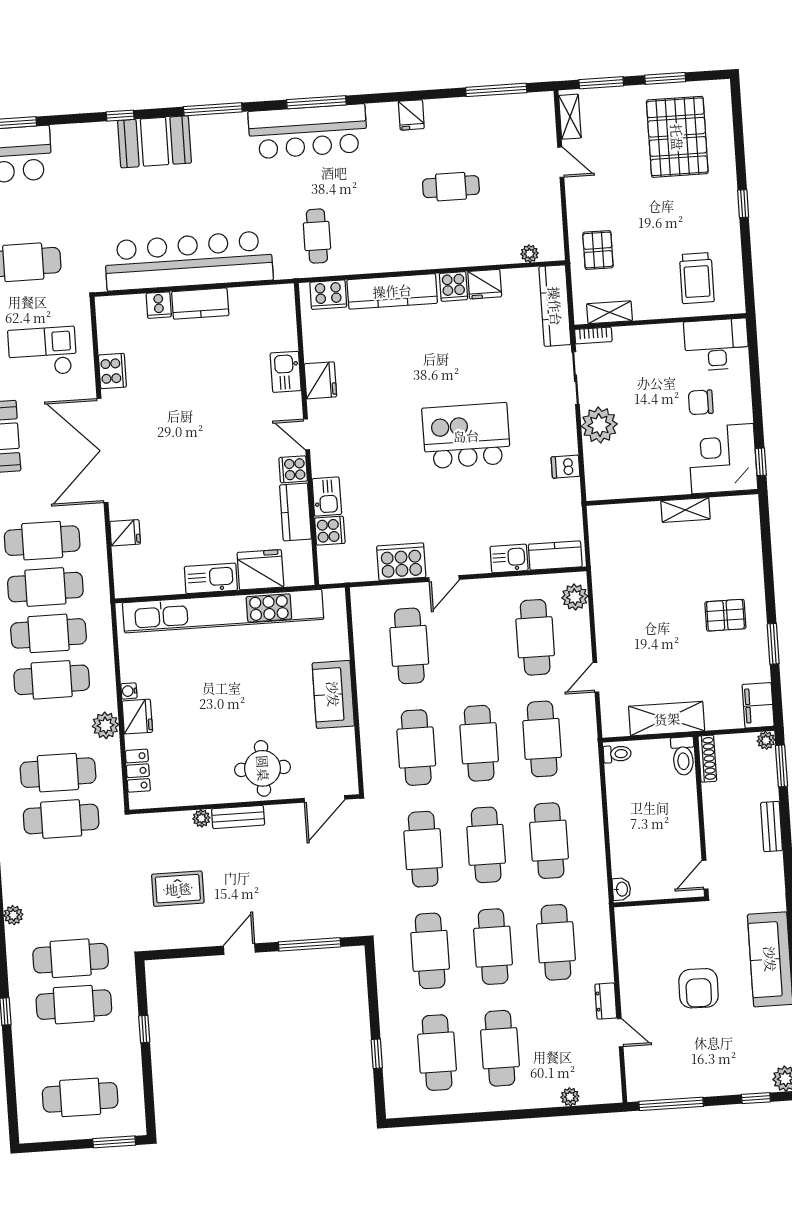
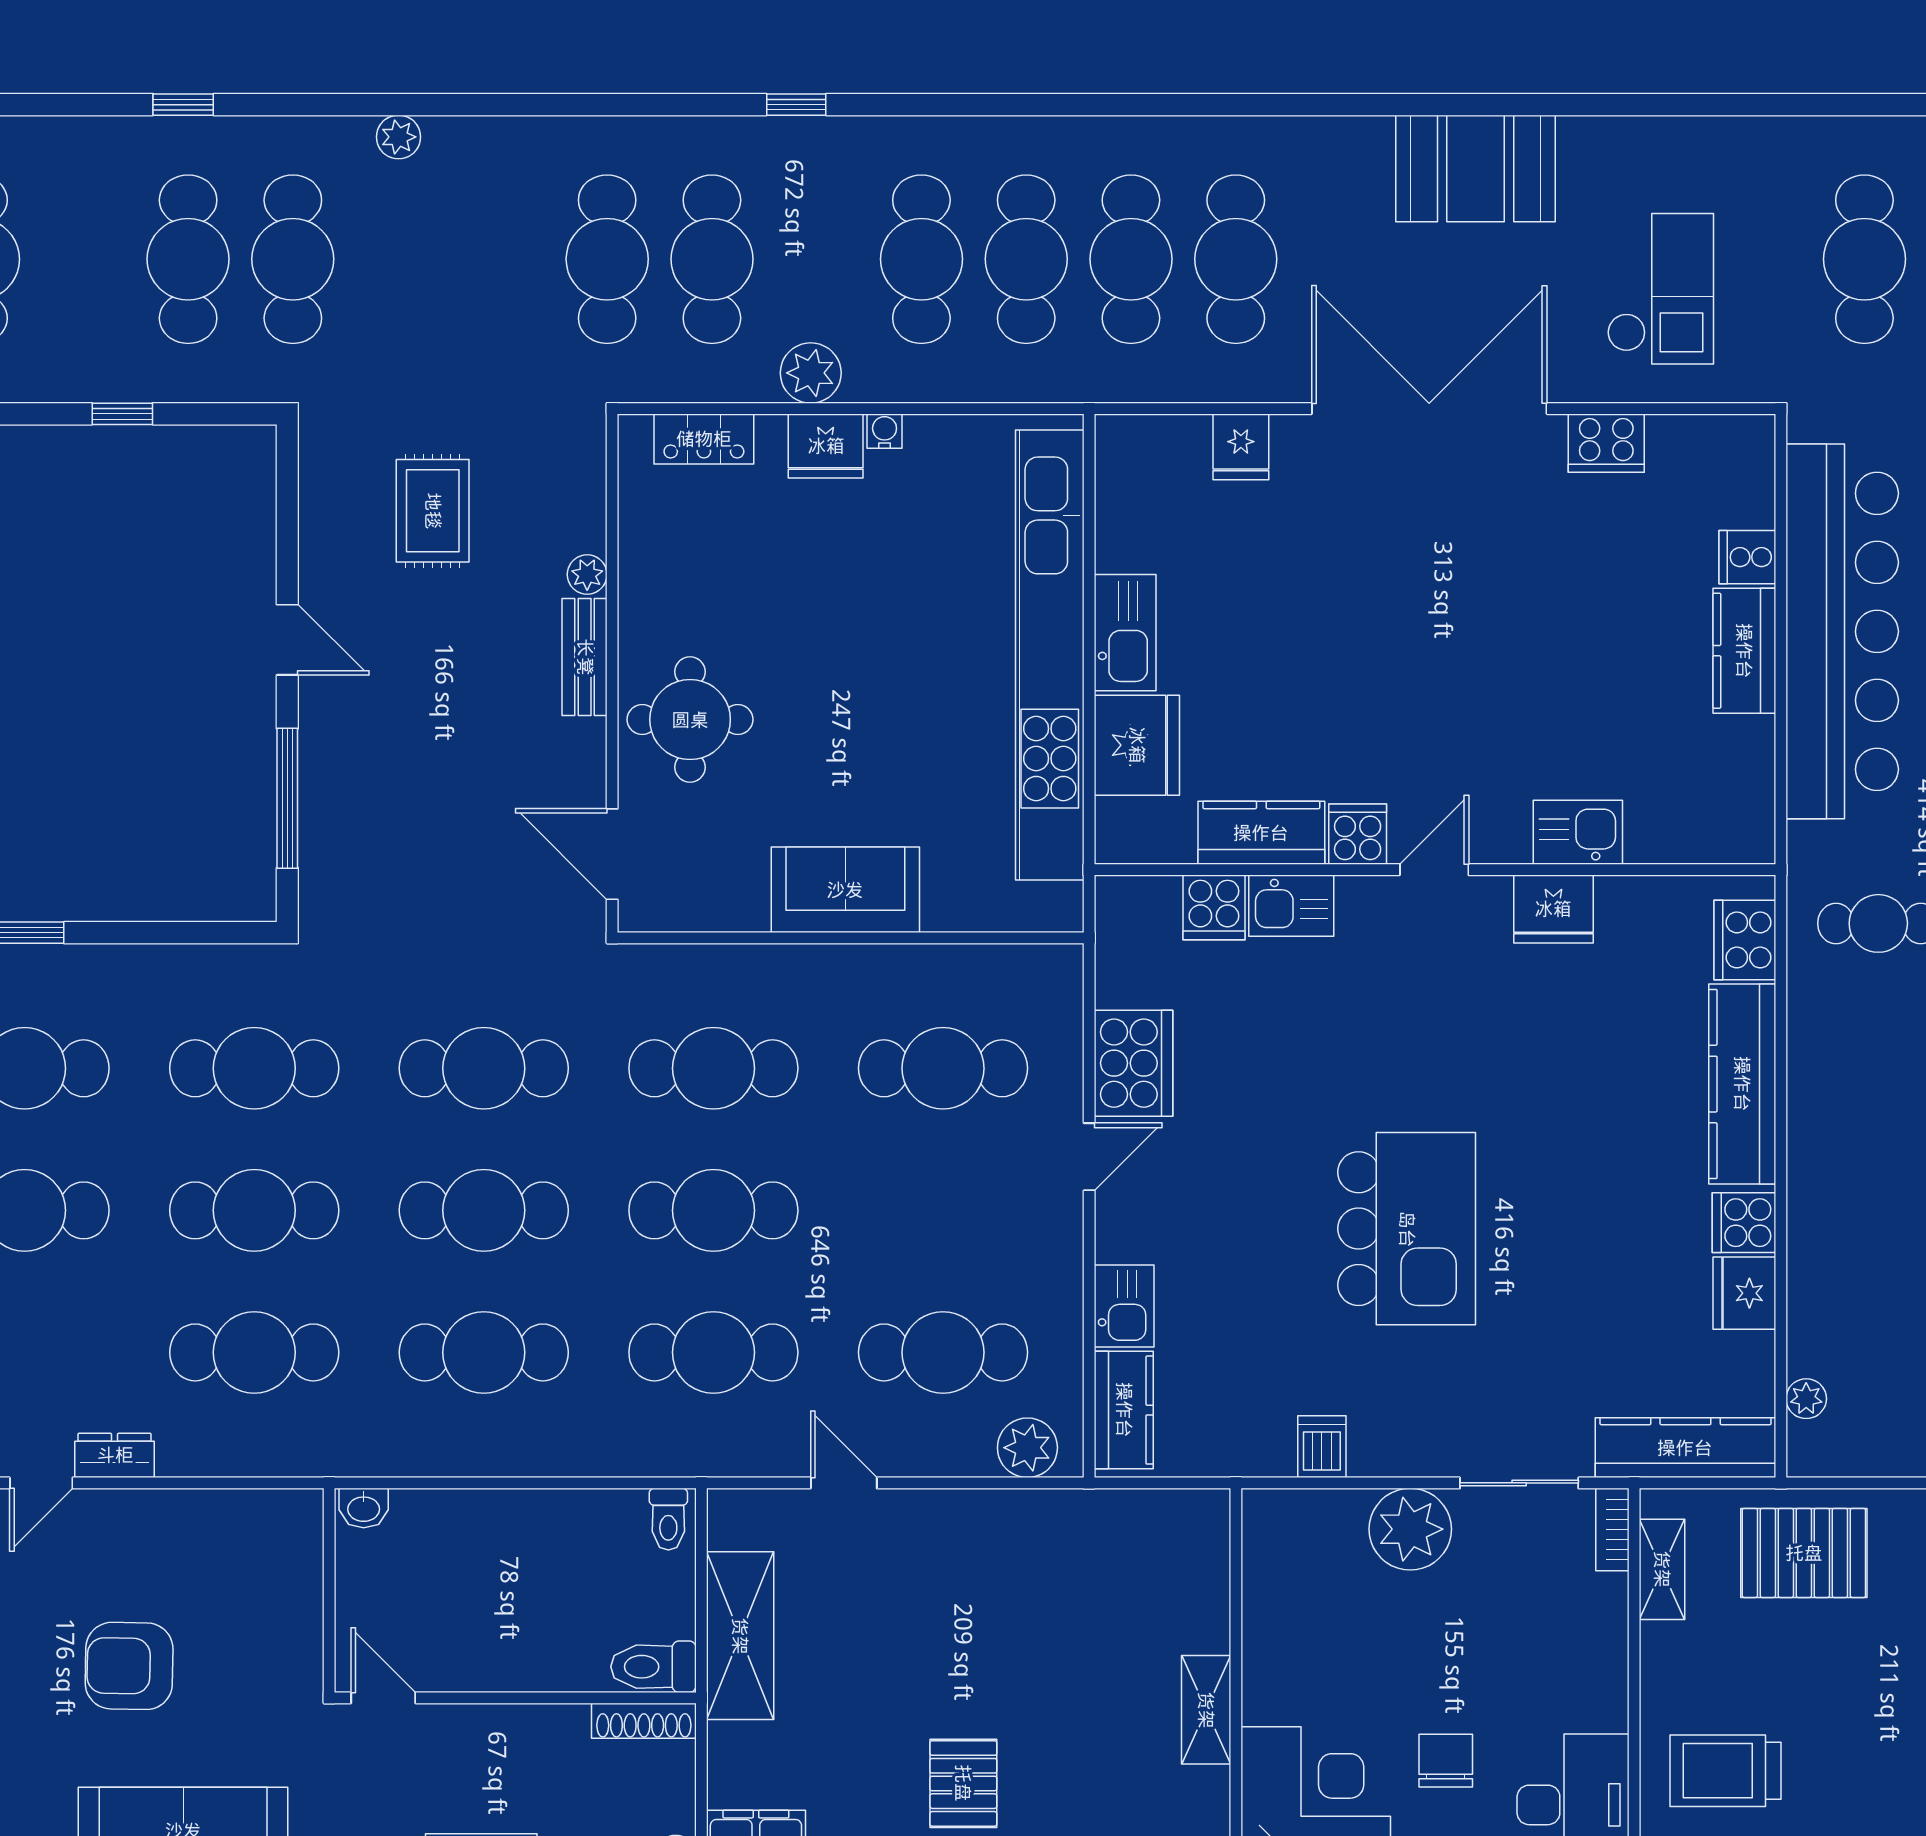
pallet: (598, 250) -> (1804, 1553), width x1.50, depth x1.42
door: (444, 578) -> (1089, 1157), swing flipped

